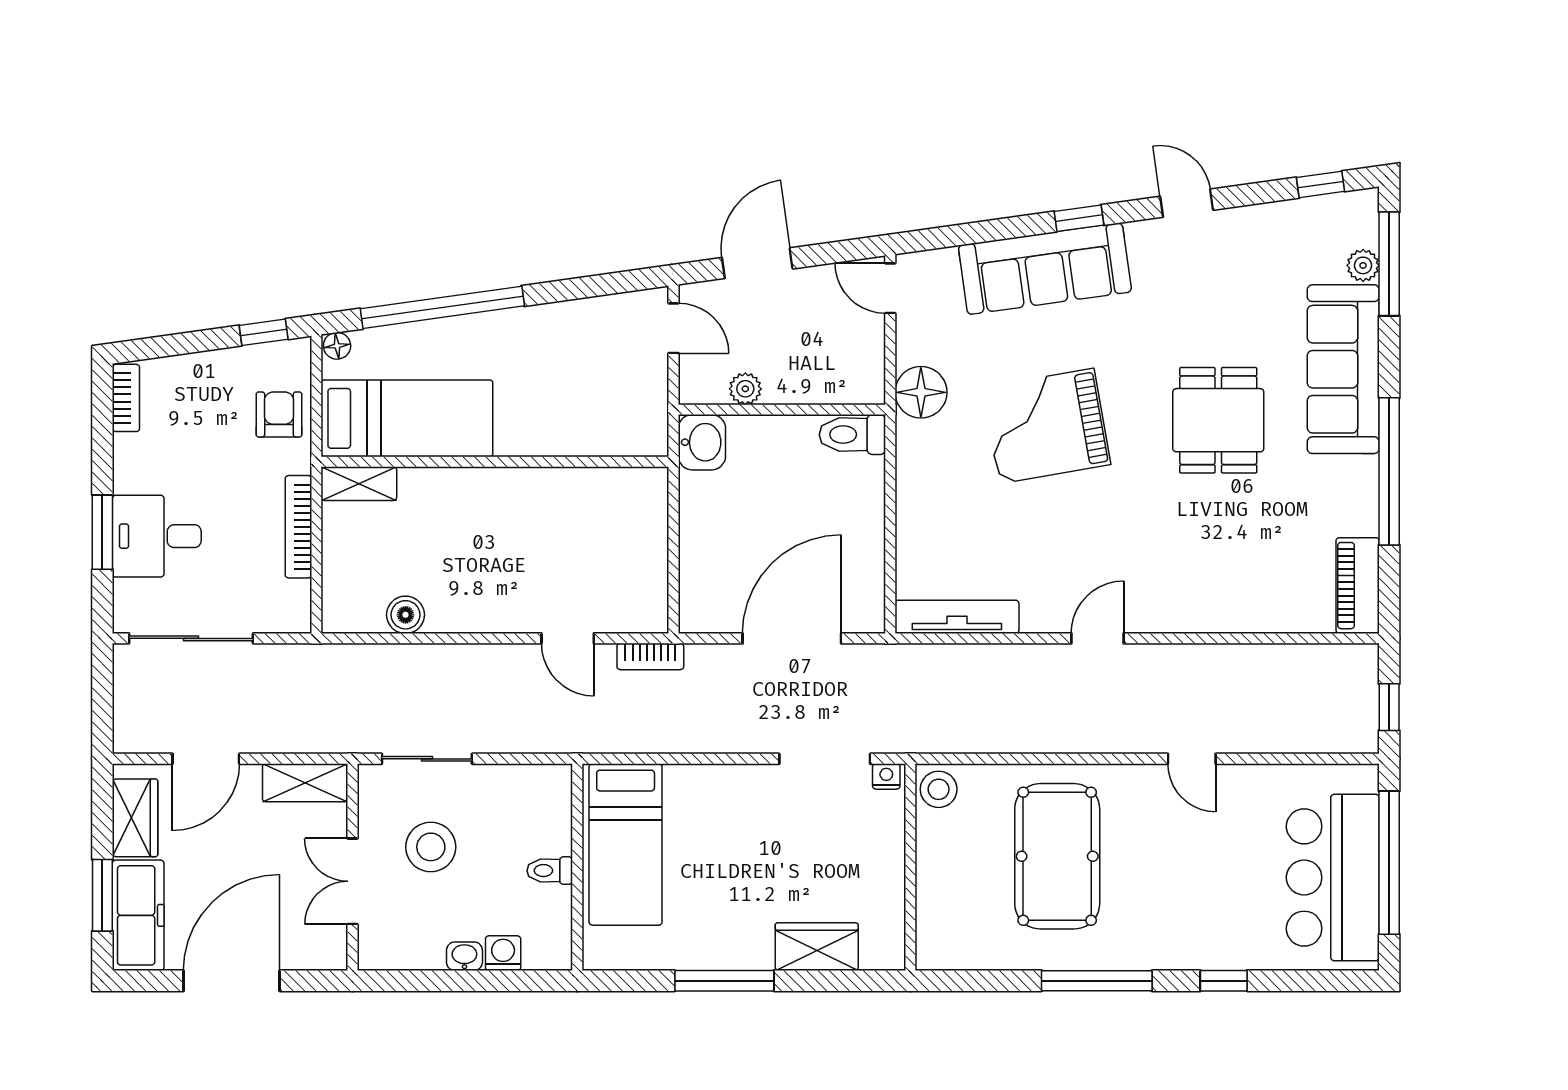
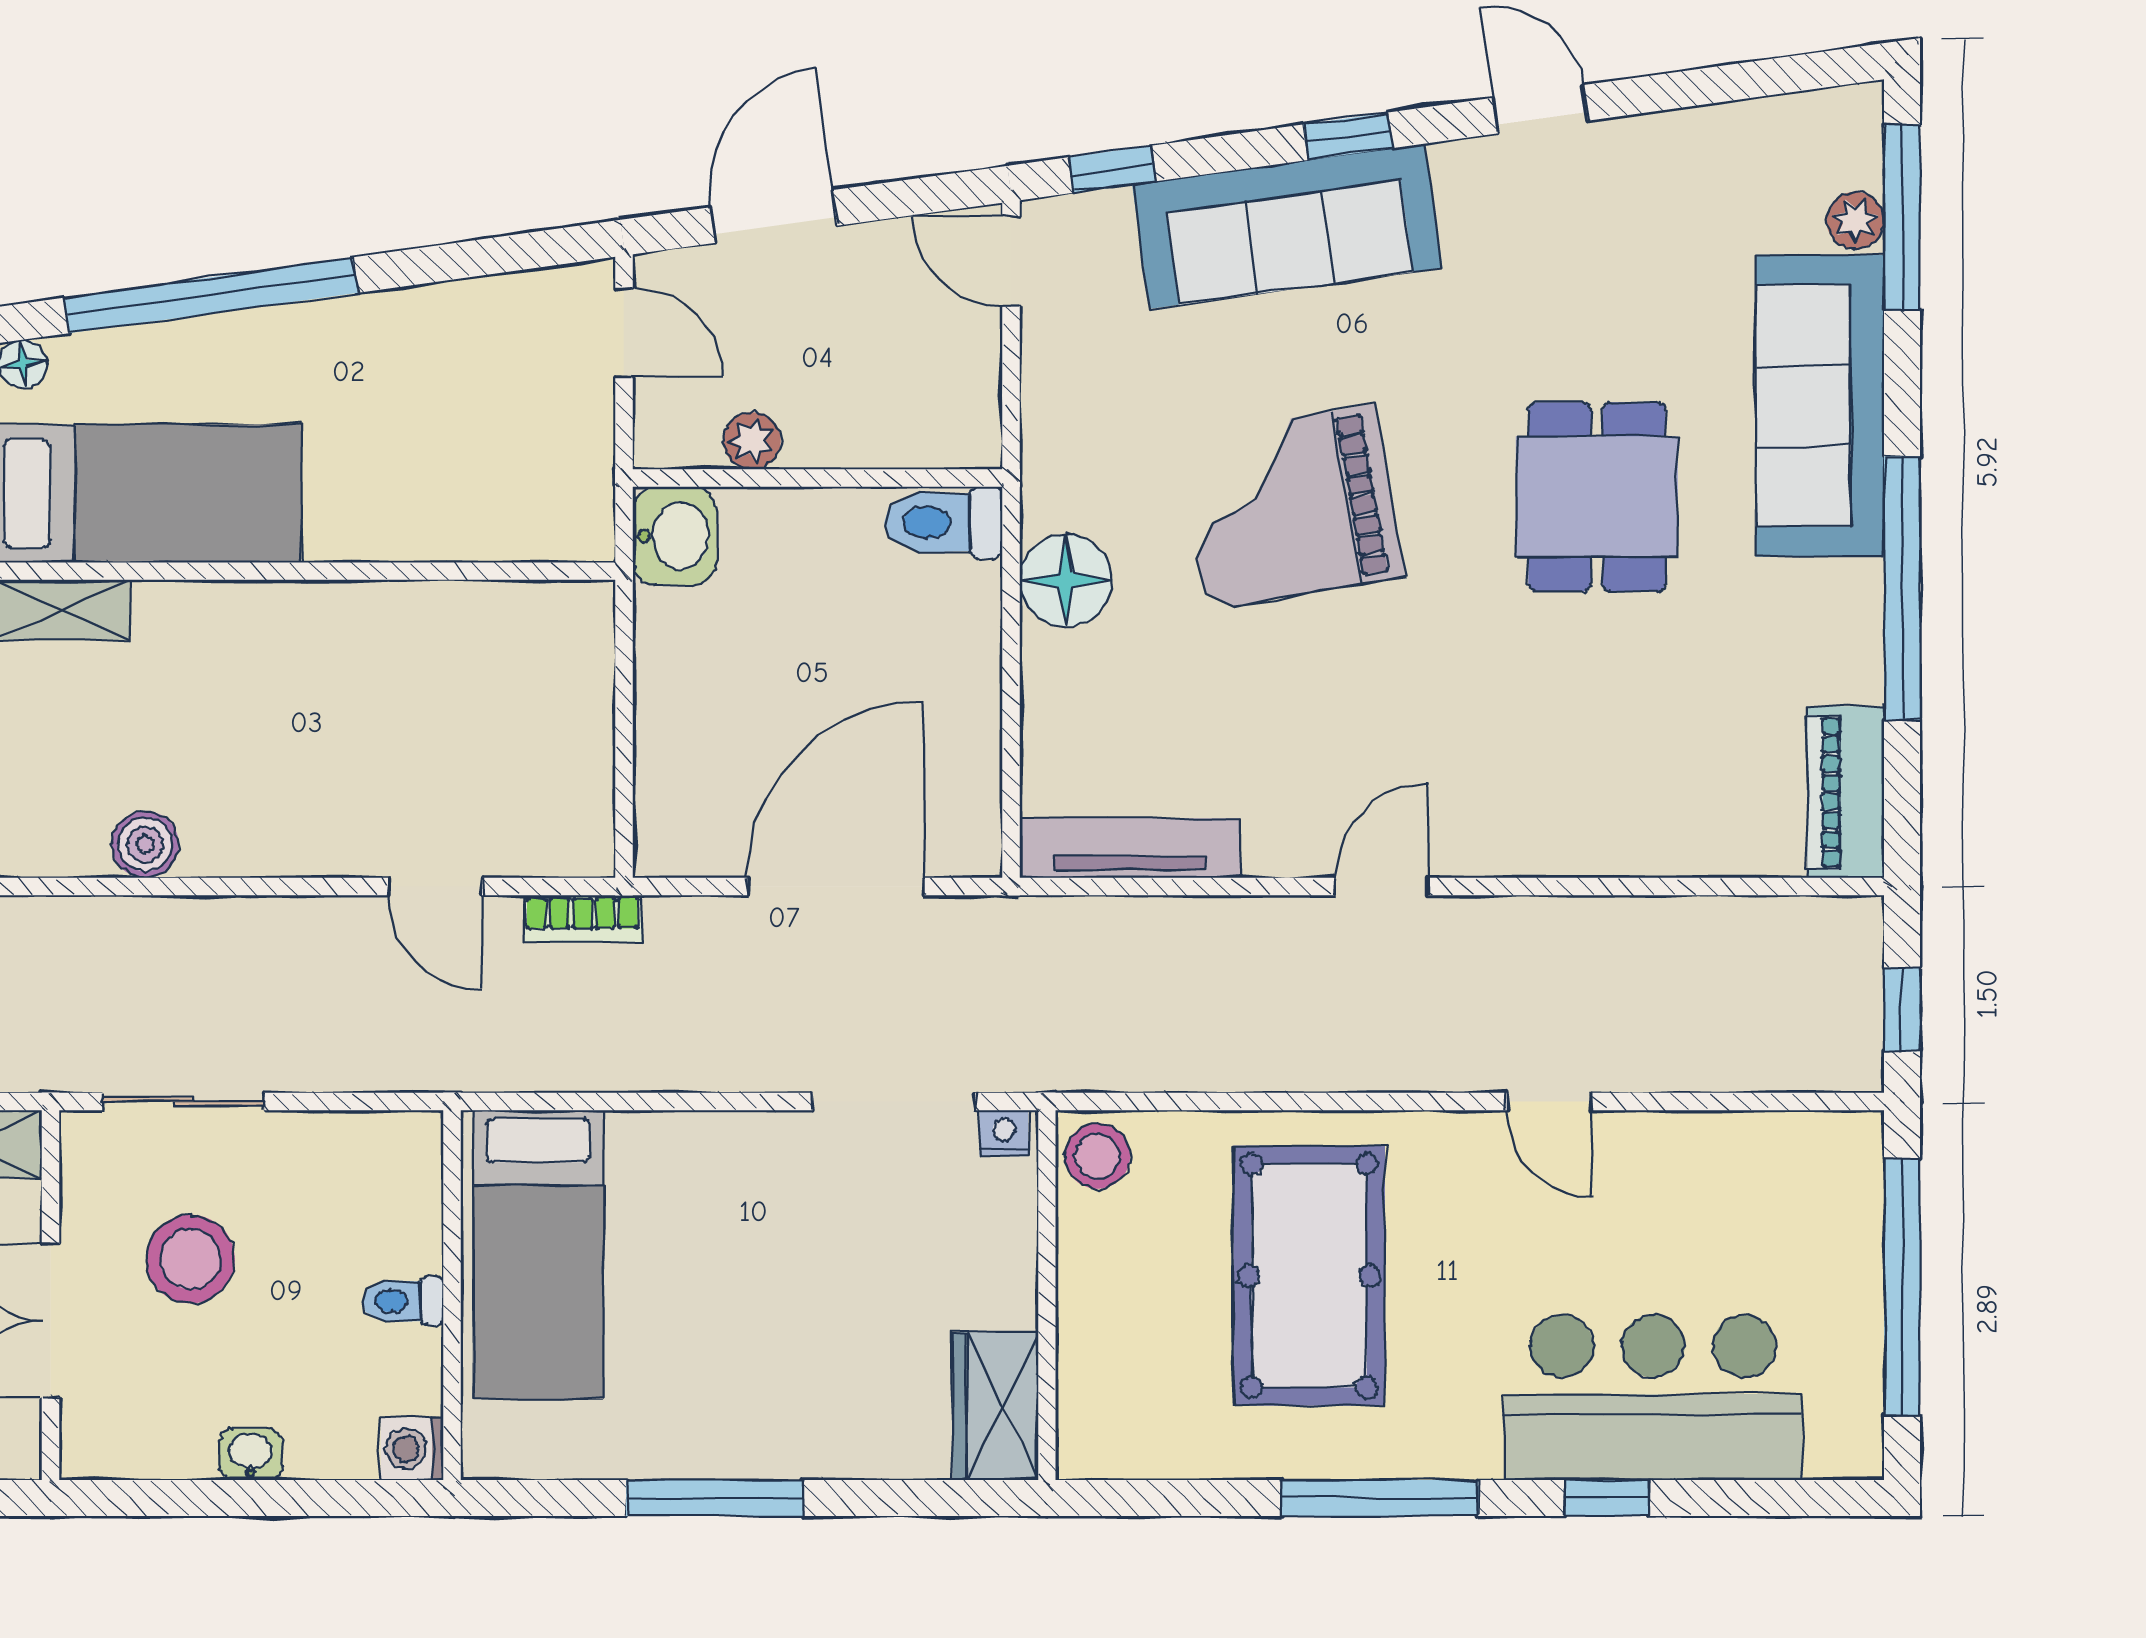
window: (1320, 184) -> (1112, 169), moved
floor lamp: (921, 392) -> (1066, 580), moved
bar counter: (1333, 878) -> (1653, 1397), moved, turned 90
wardrobe: (817, 947) -> (995, 1406), moved, turned -90
washing machine: (503, 953) -> (412, 1449), moved, turned -90

